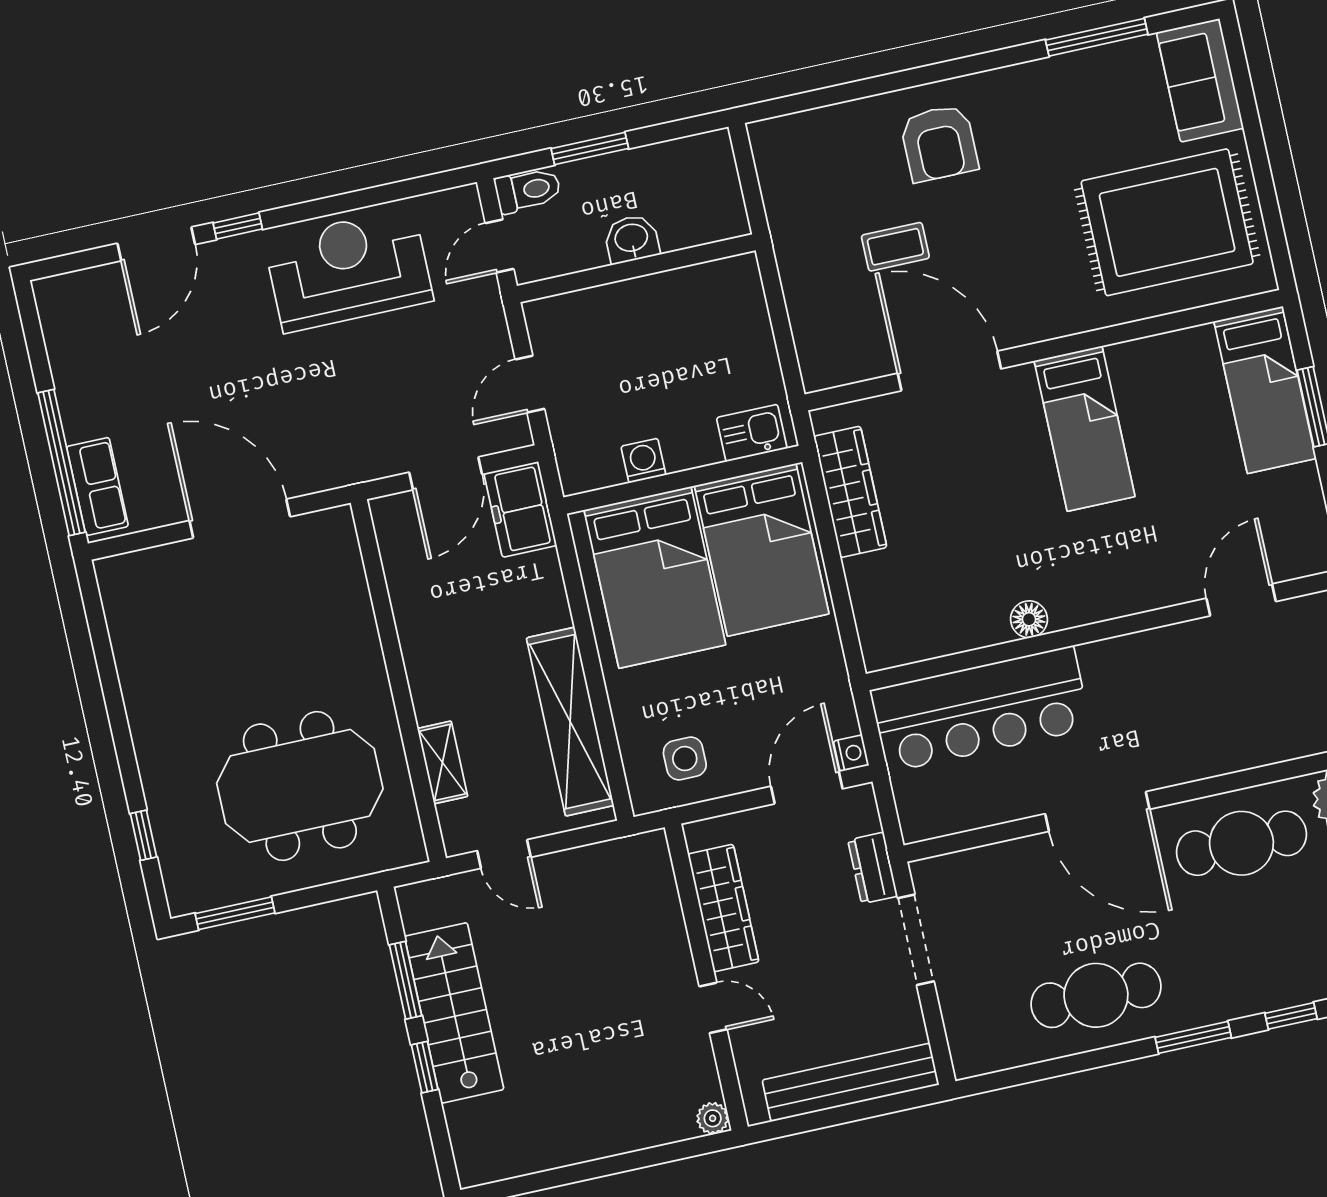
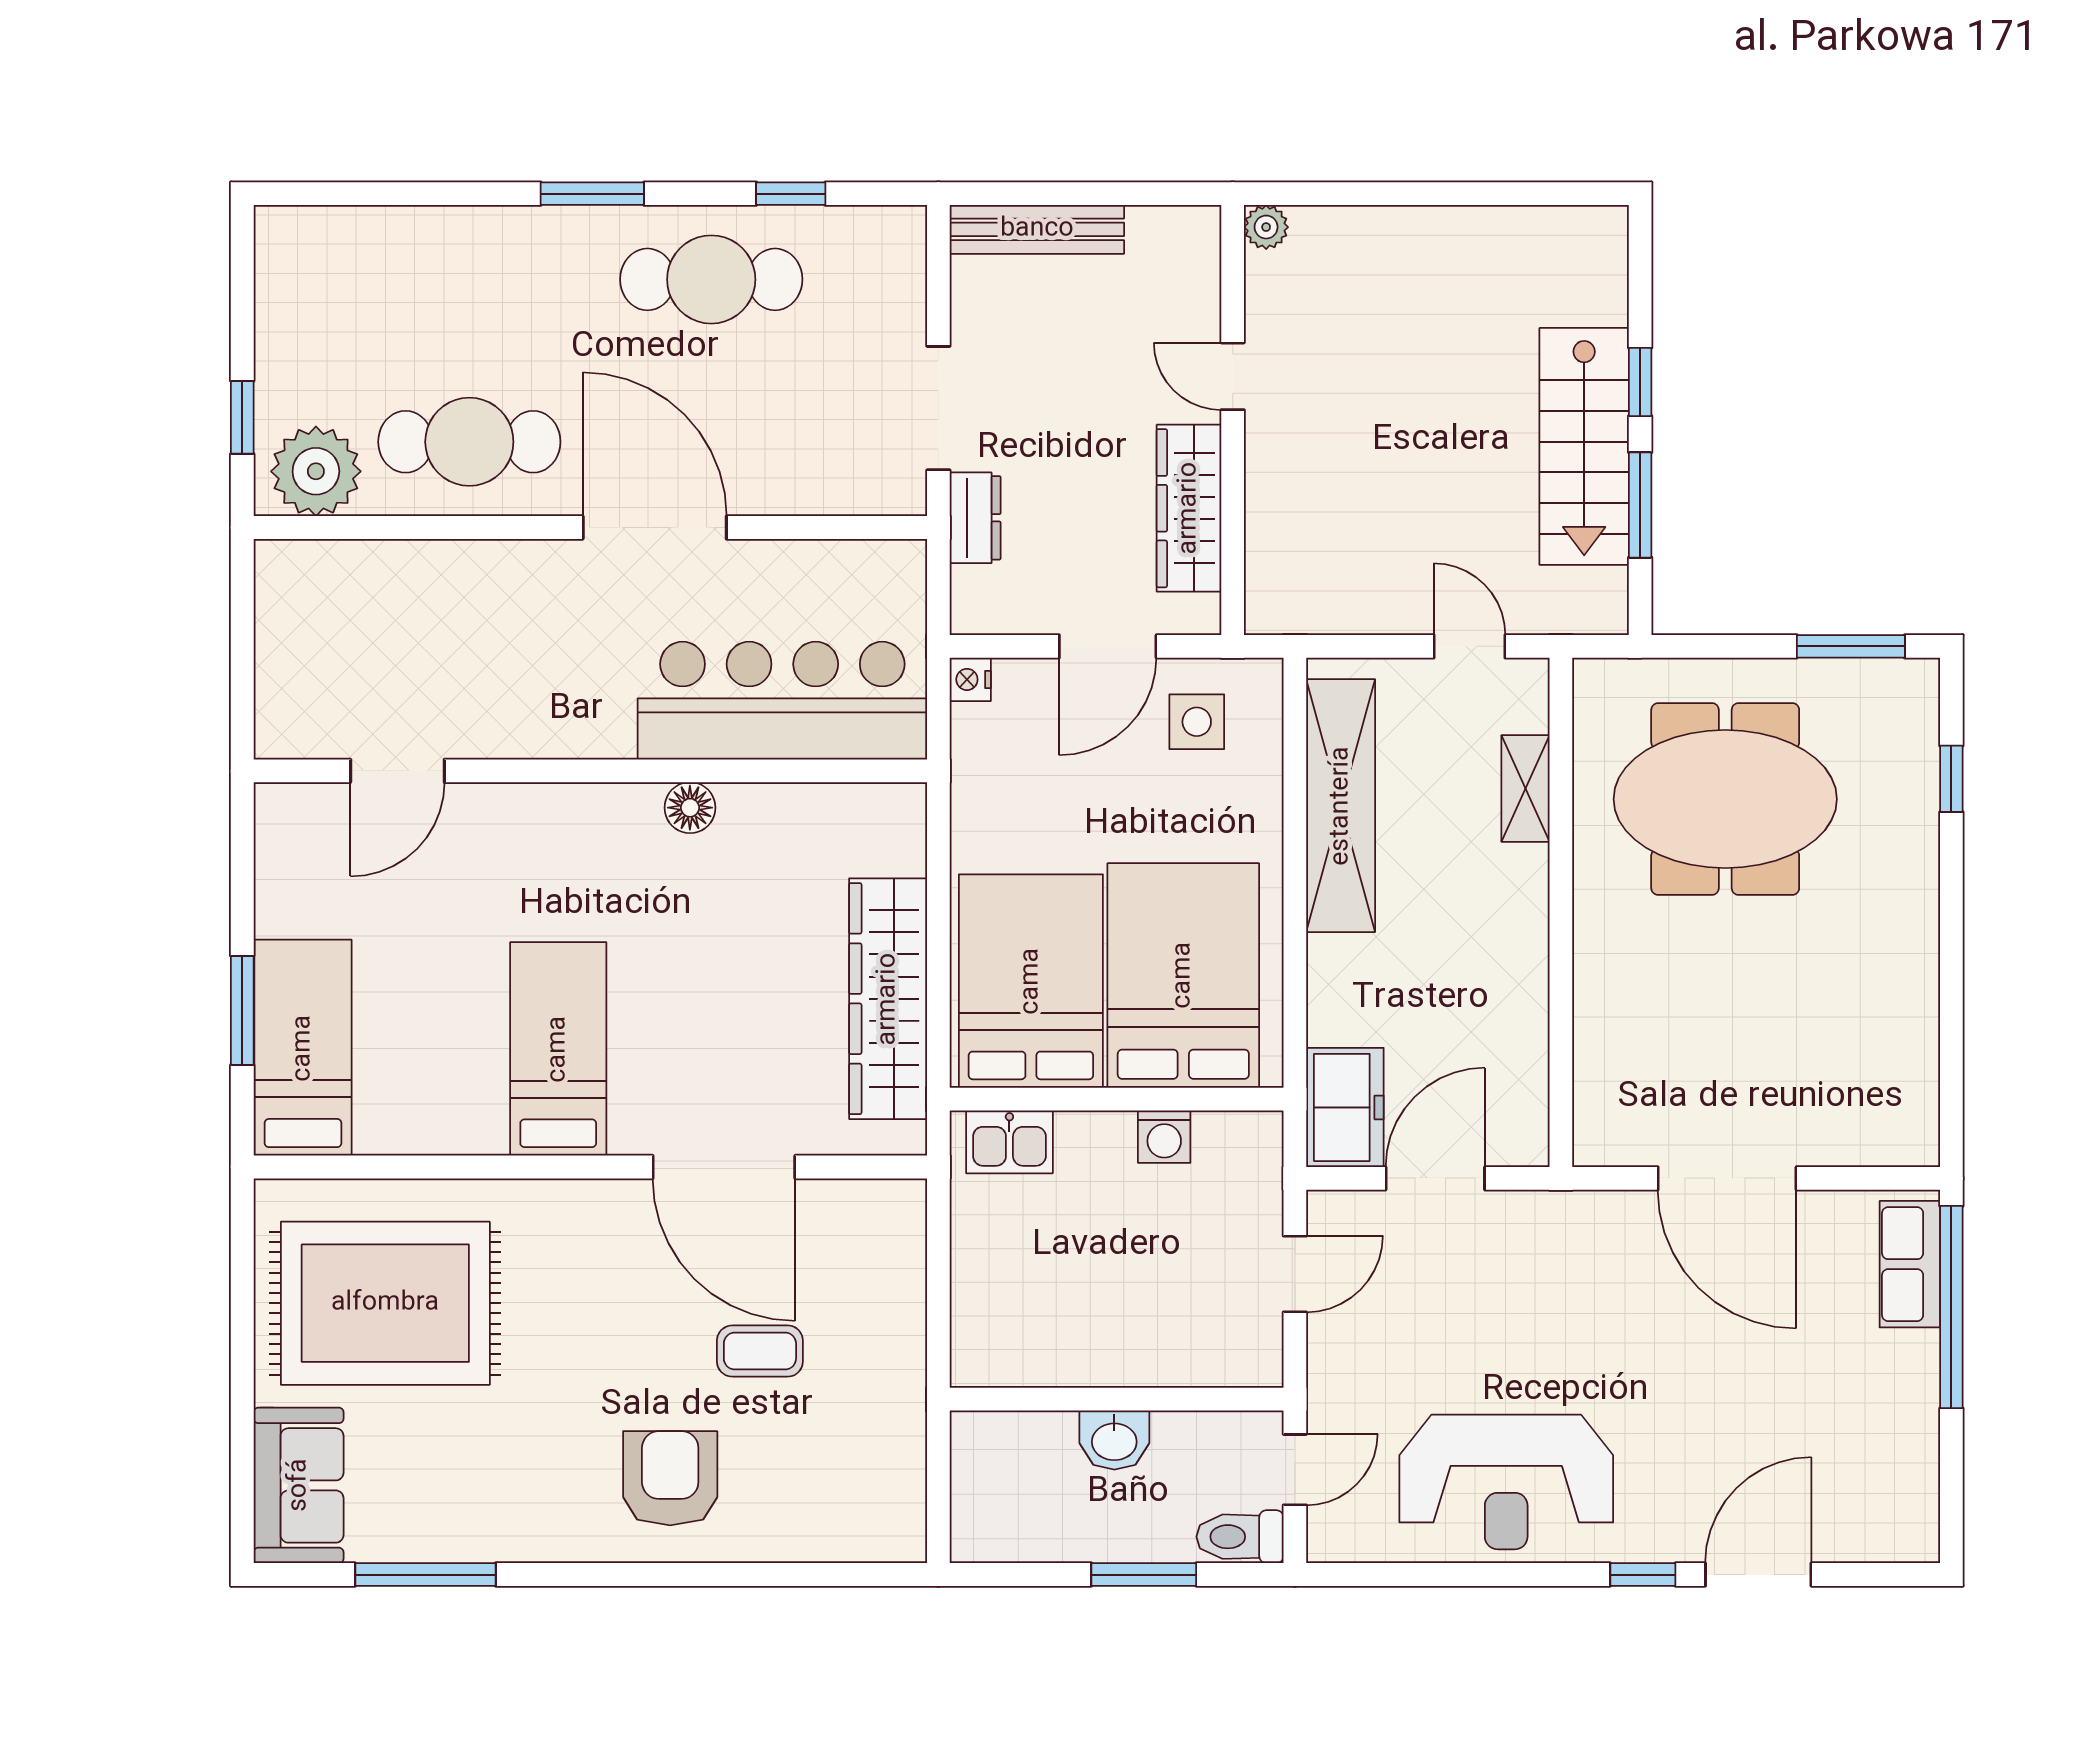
wardrobe: (850, 492) -> (888, 999), width x1.40, depth x1.17
door: (807, 787) -> (1108, 646), moved
window: (1291, 1016) -> (791, 194), moved
bench: (851, 1082) -> (1037, 229), width x0.73, depth x0.82

